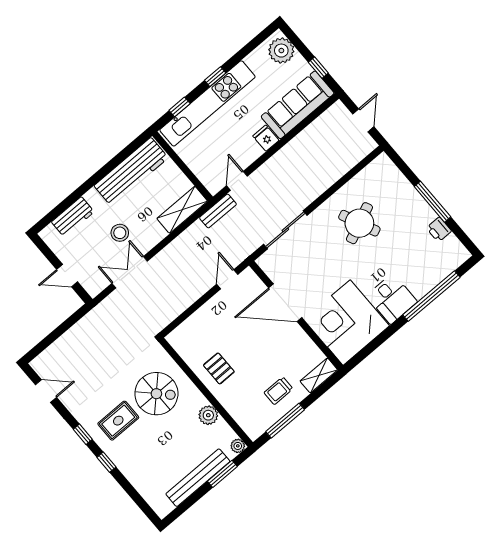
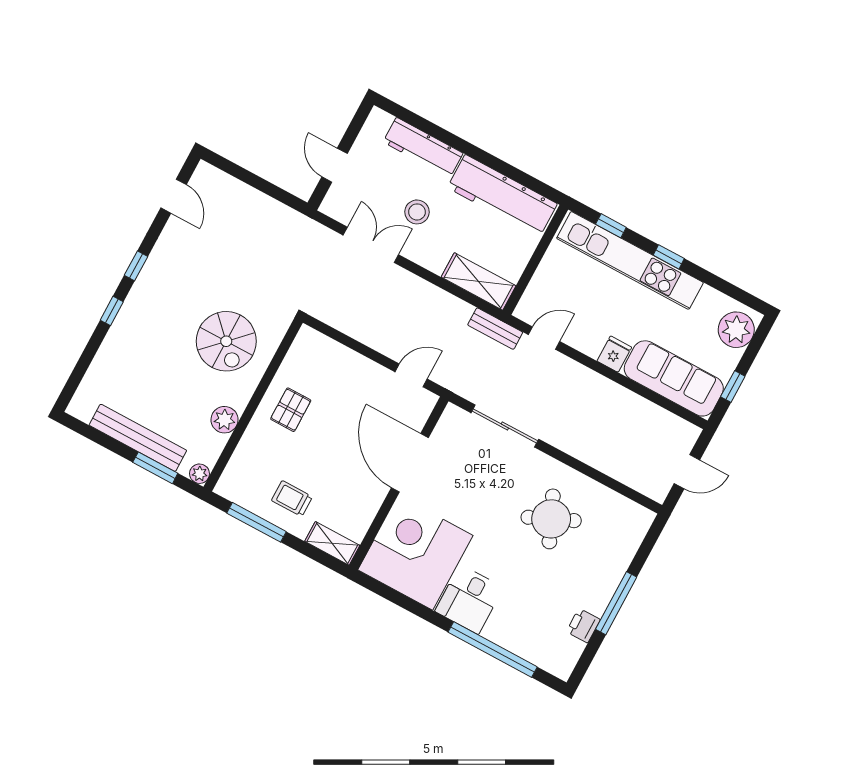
workbench: (73, 217) -> (423, 148), width x1.38
rug: (118, 421) -> (172, 305), removed

